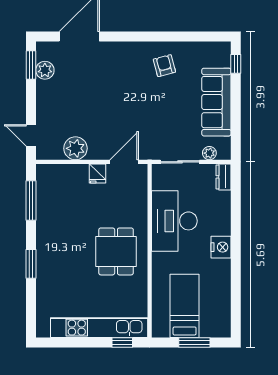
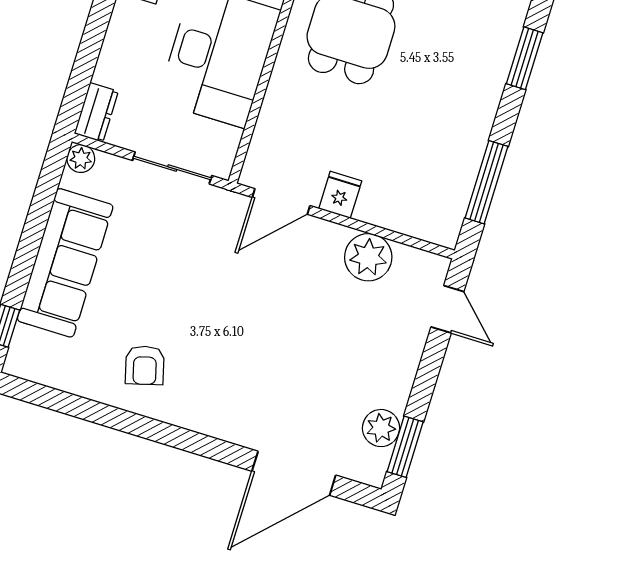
plant: (209, 153) -> (81, 159), moved

